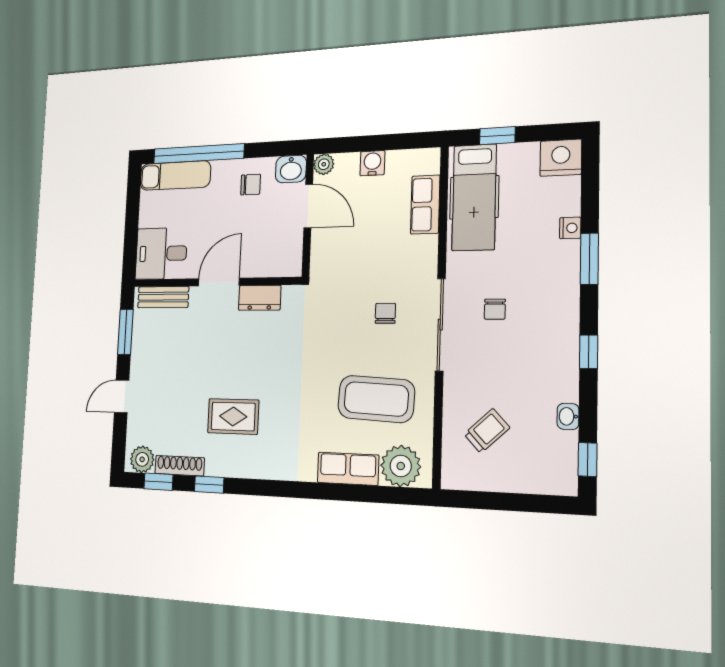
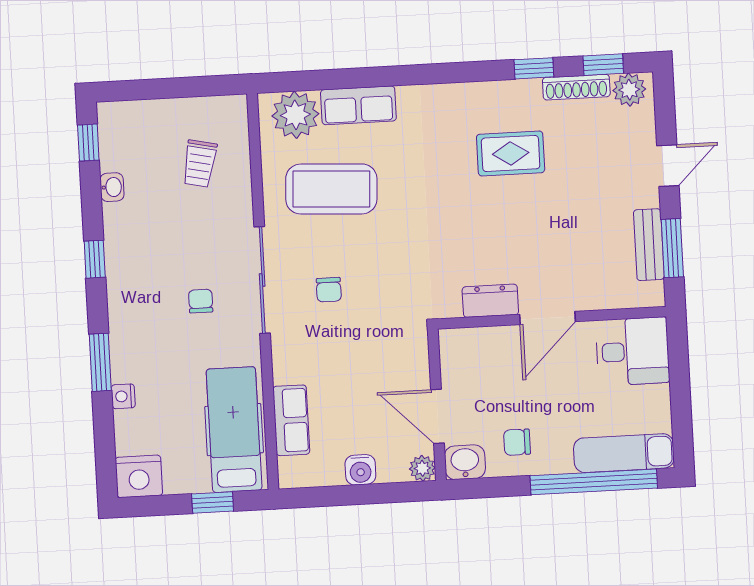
bench: (163, 297) -> (649, 245), moved, turned 90
trolley: (487, 431) -> (200, 164), turned -35

